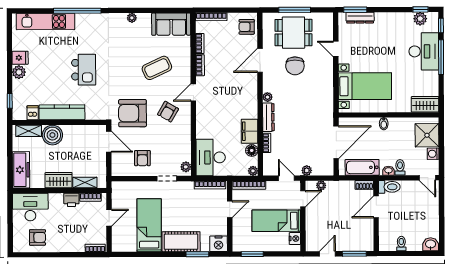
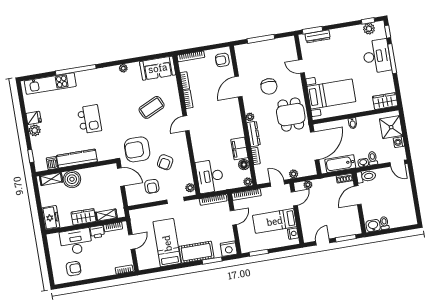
dining table: (293, 33) -> (291, 115), moved, turned 90
armchair: (168, 112) -> (165, 162), moved
freezer: (21, 170) -> (51, 218), width x0.71
desk: (30, 207) -> (76, 242), moved
washbasin: (431, 244) -> (373, 226), moved

